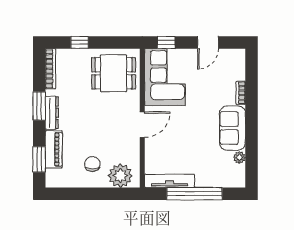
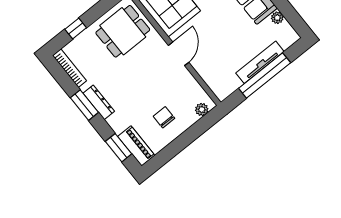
piano: (54, 149) -> (136, 146), moved
plant: (120, 176) -> (202, 110), width x0.53, depth x0.53
tv unit: (170, 181) -> (260, 62), moved

